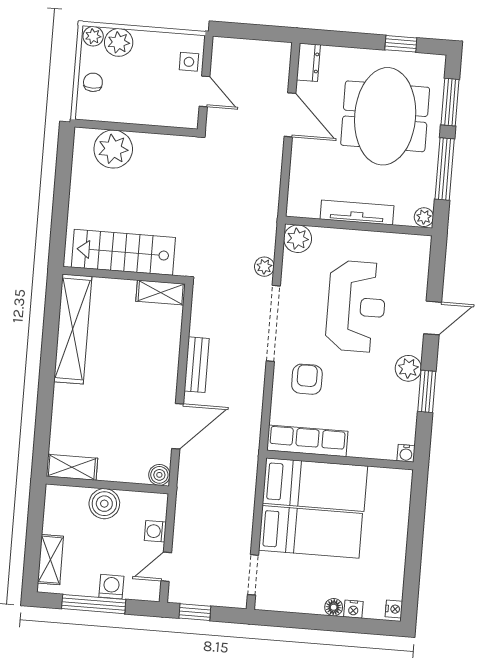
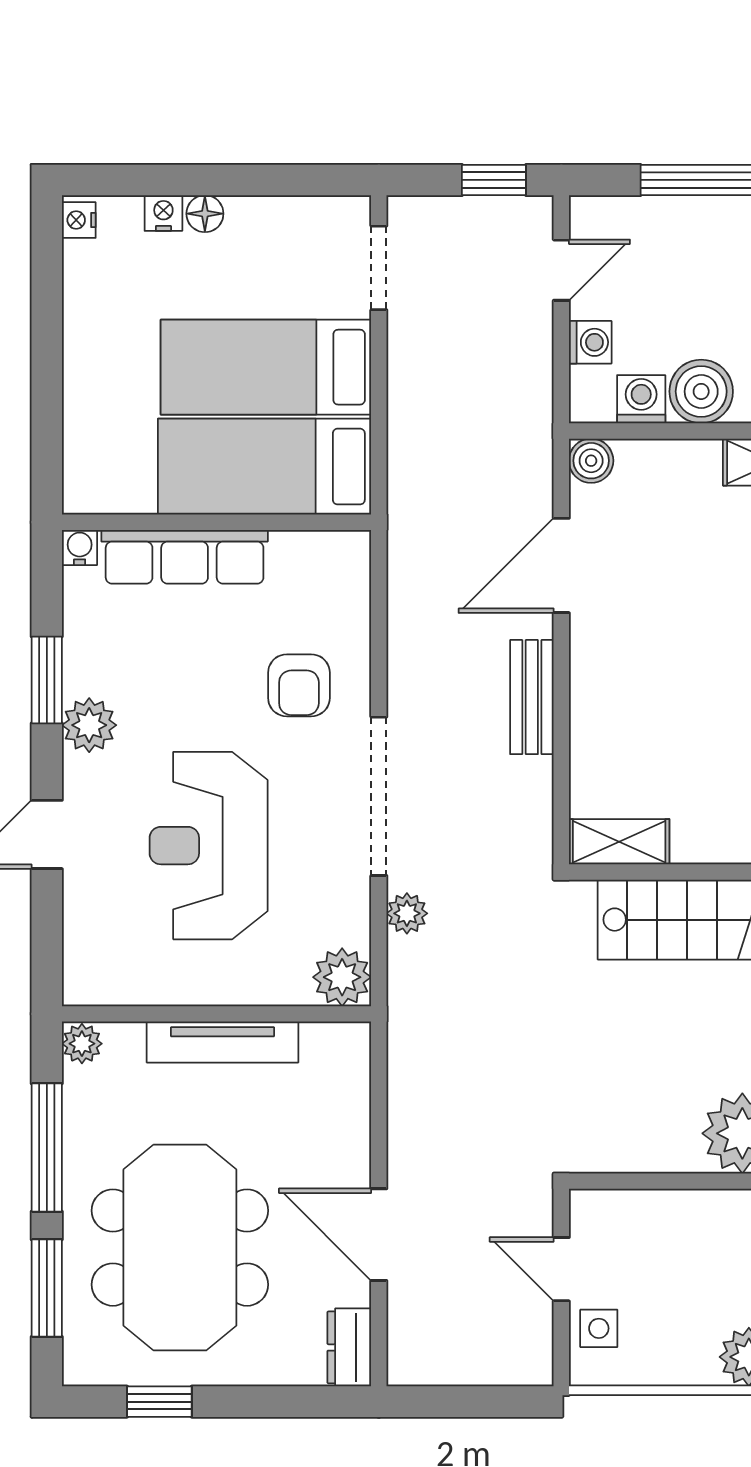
row of seats: (307, 441) -> (185, 557), moved
washing machine: (111, 587) -> (641, 399), moved, turned 180

